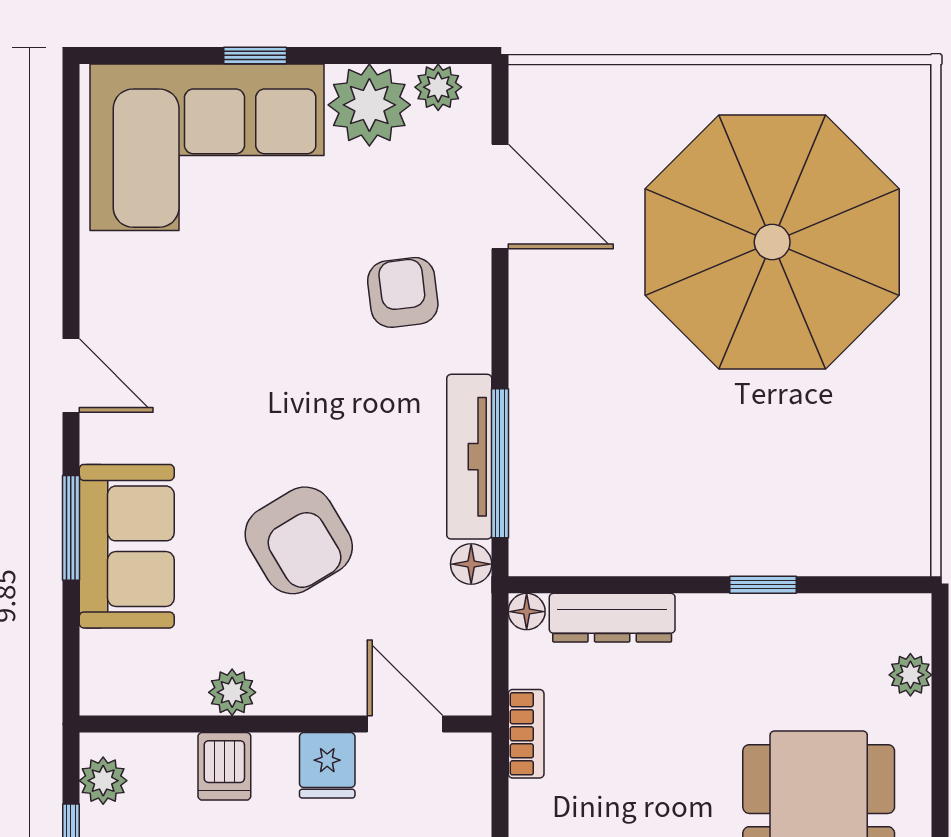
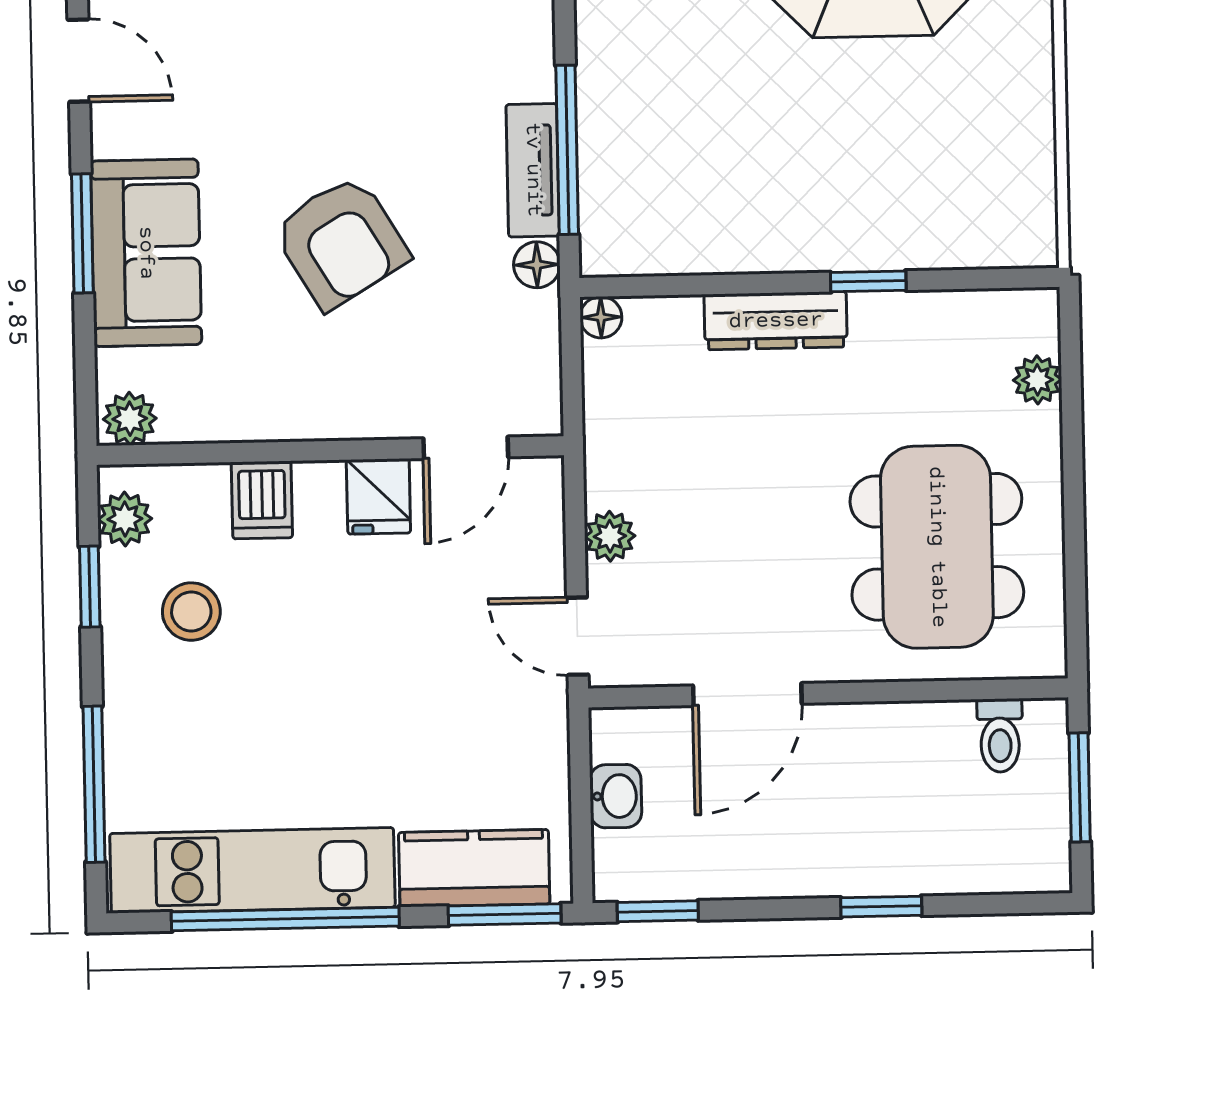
tv unit: (469, 457) -> (533, 170), width x0.71
dresser: (612, 618) -> (776, 321), moved
plant: (232, 692) -> (130, 419), moved
door: (405, 724) -> (466, 448), swing flipped
bookcase: (526, 734) -> (603, 456), removed
plant: (530, 805) -> (610, 536), added

